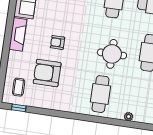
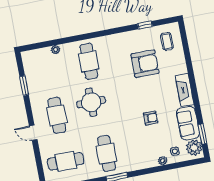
armchair: (58, 42) -> (151, 118), moved
window: (19, 108) -> (145, 25), moved

